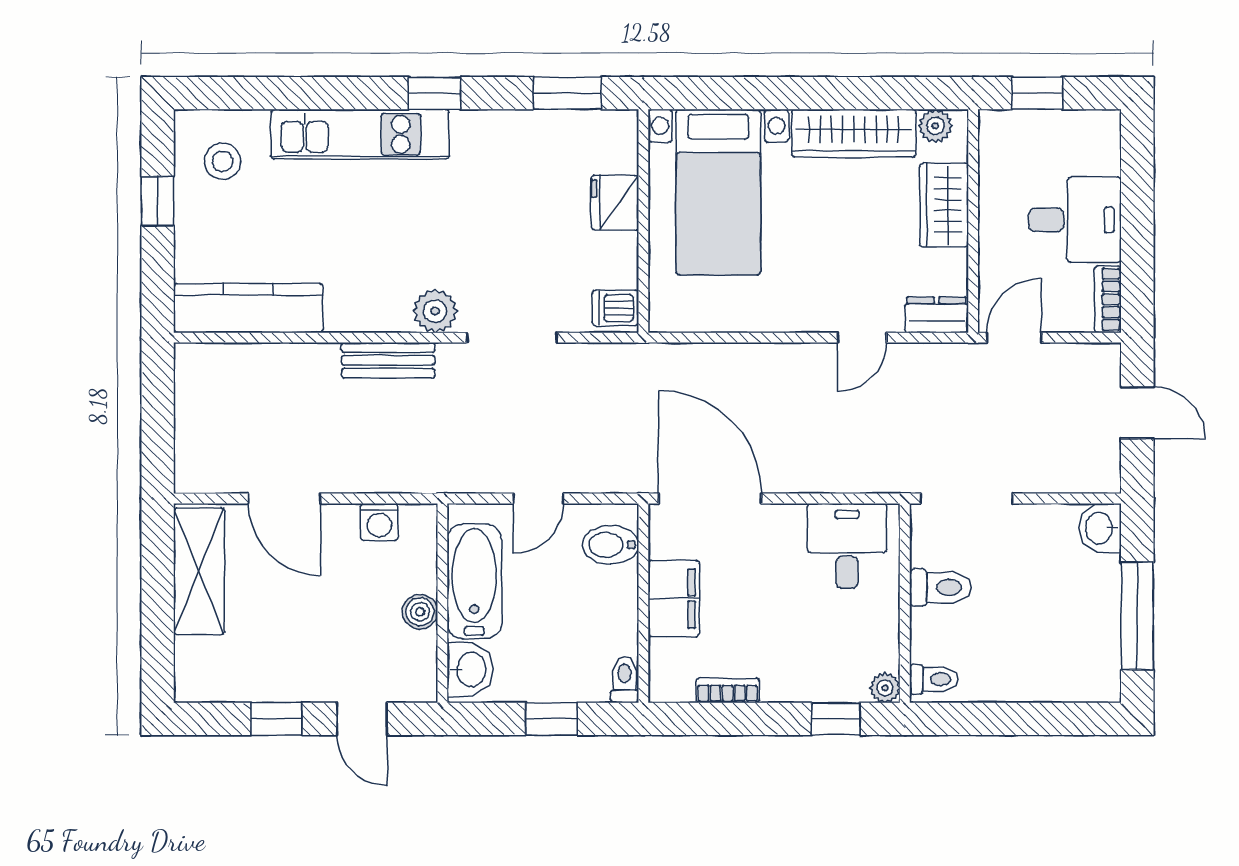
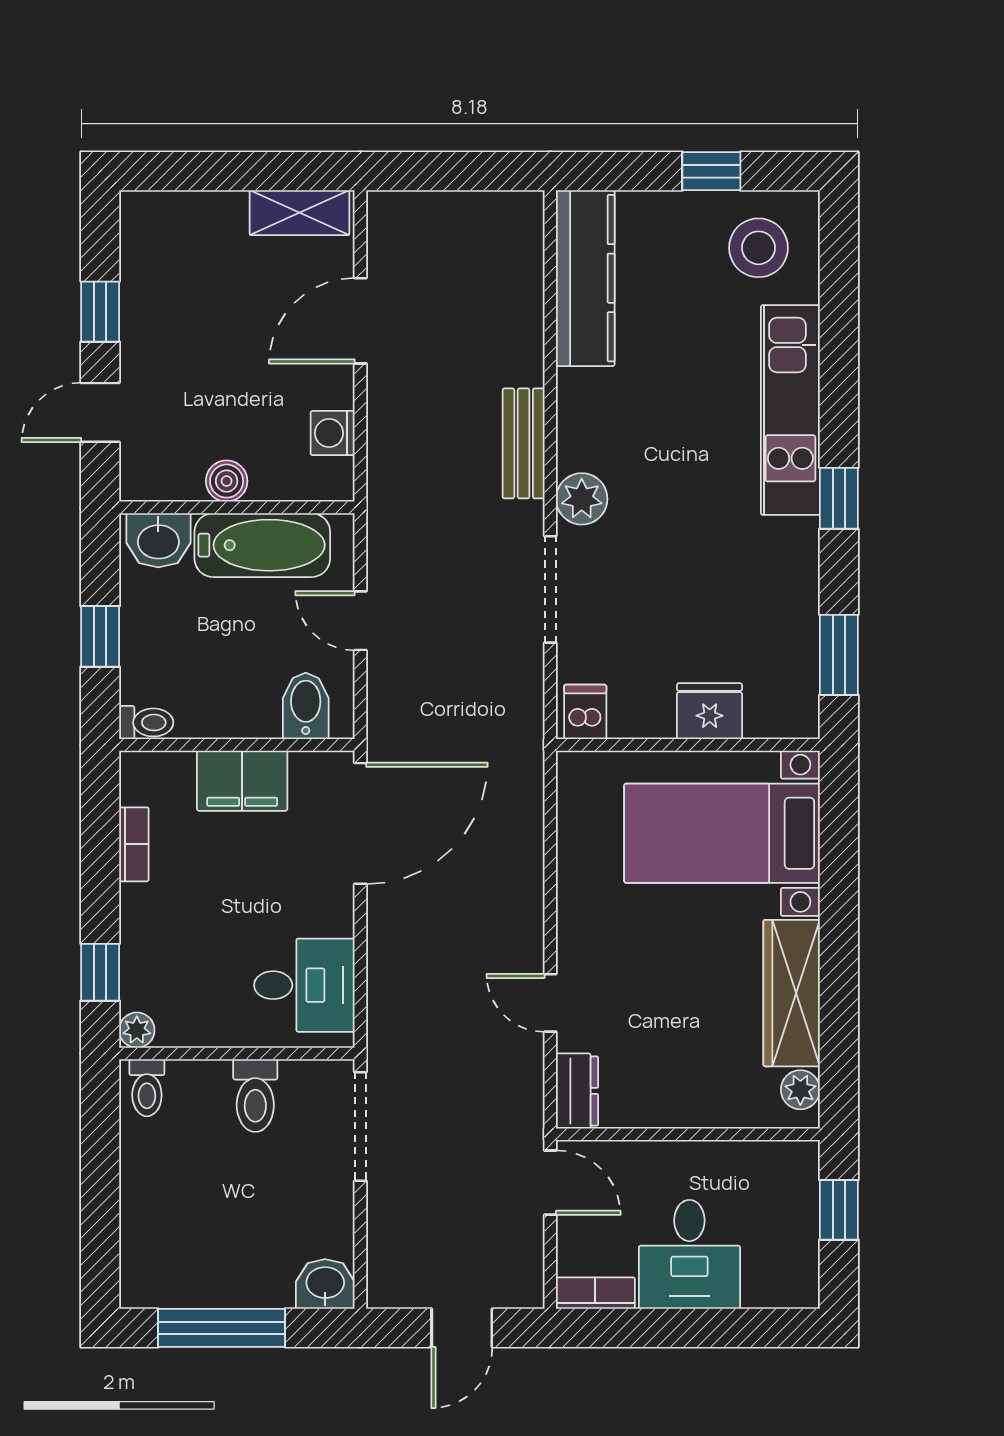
stool: (222, 161) -> (759, 248), width x1.38, depth x1.38
wardrobe: (944, 205) -> (707, 1100), removed
shelving: (199, 571) -> (299, 213), width x0.67, depth x0.75

